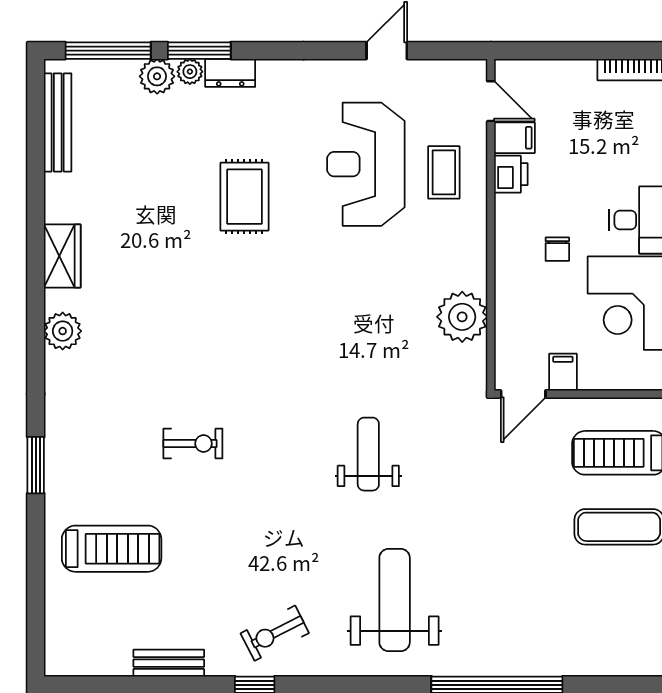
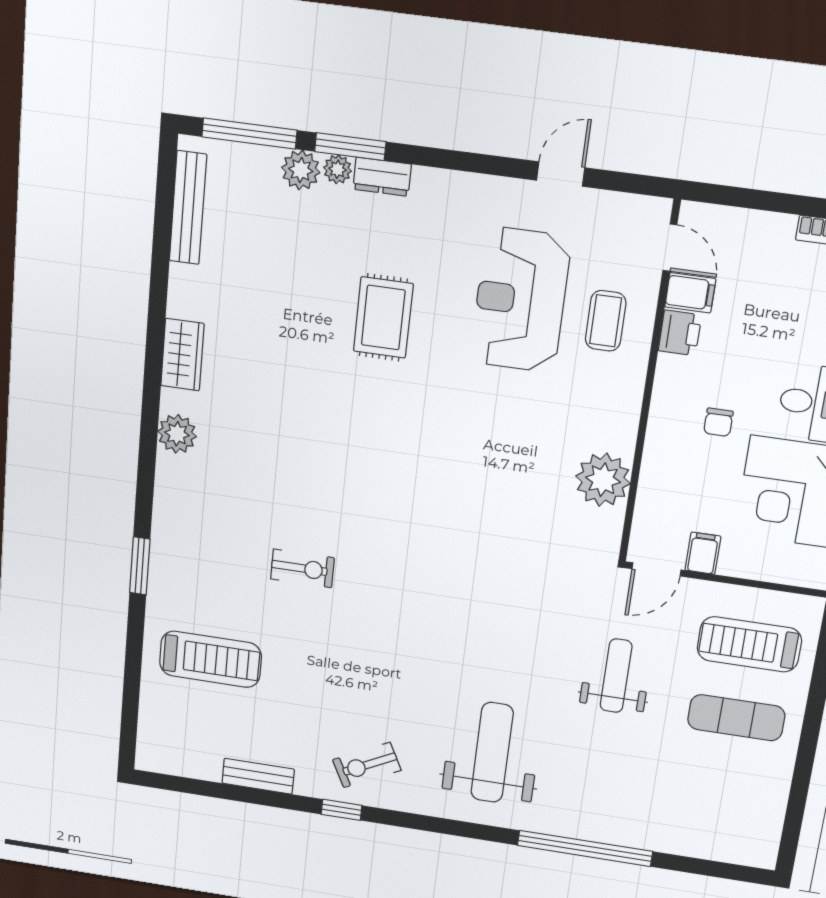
weight bench: (368, 454) -> (616, 676), moved

